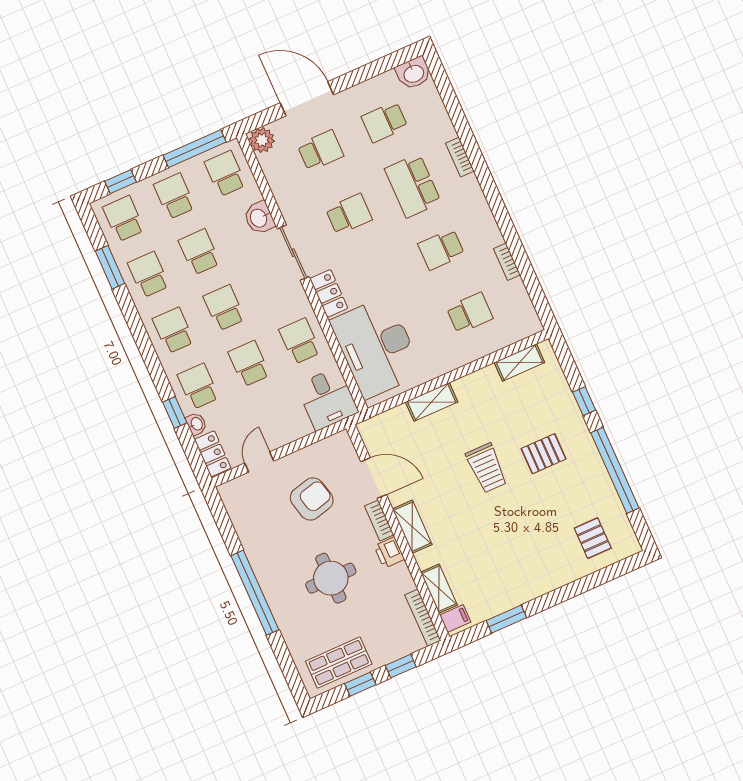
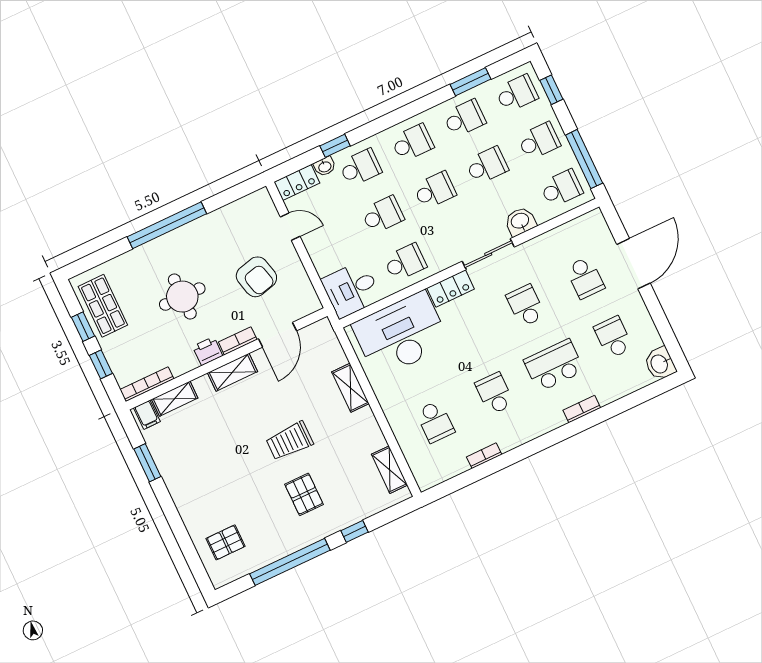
plant: (262, 140) -> (594, 222), removed
school desk: (349, 214) -> (526, 306), turned 180

